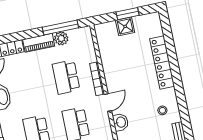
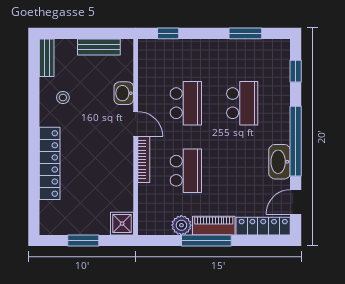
shower: (125, 26) -> (122, 224), moved
window: (60, 27) -> (206, 240), moved
door: (108, 102) -> (136, 124), swing flipped

